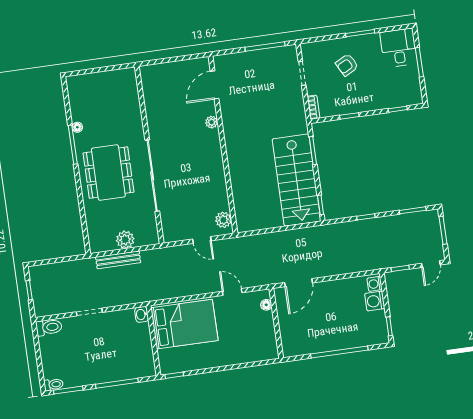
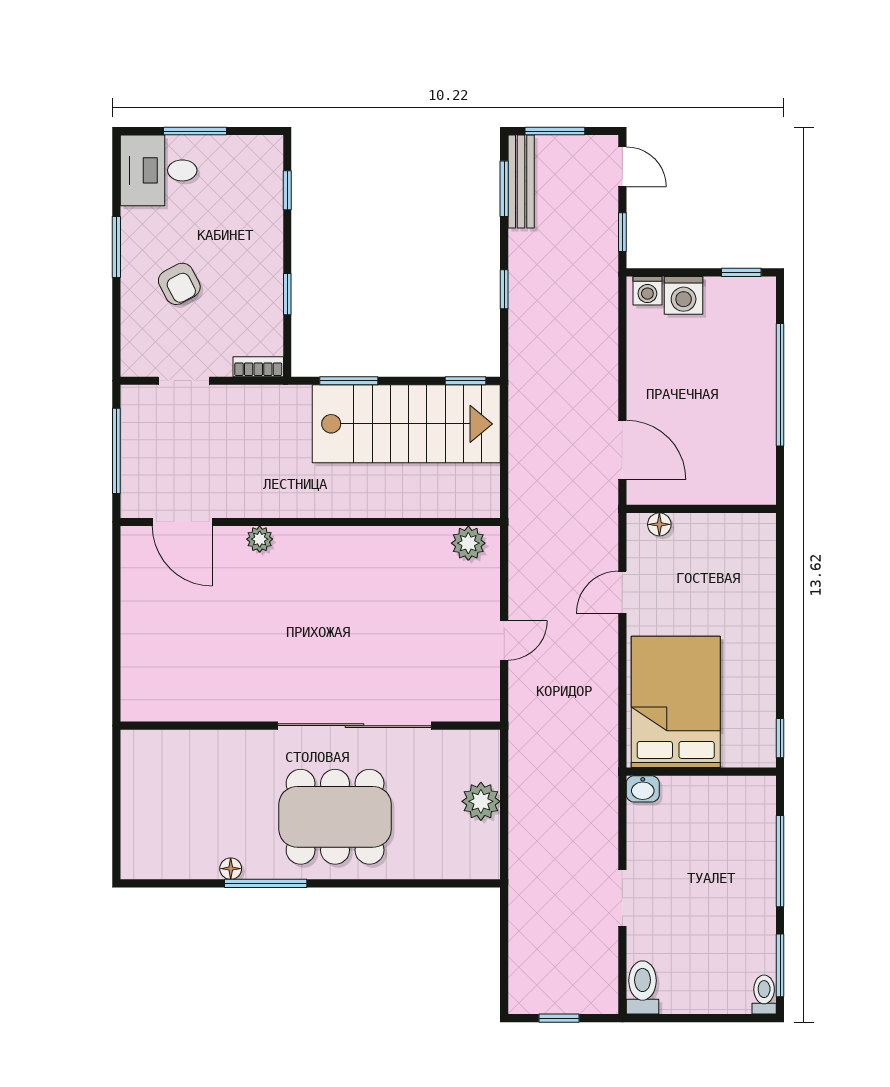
door: (215, 85) -> (182, 522), moved
plant: (212, 122) -> (260, 539), moved
wall: (223, 145) -> (310, 522), moved
plant: (223, 220) -> (468, 543), moved
bench: (118, 260) -> (521, 182), moved

